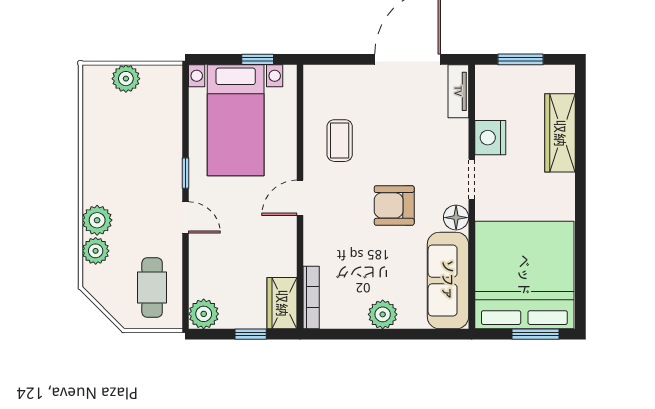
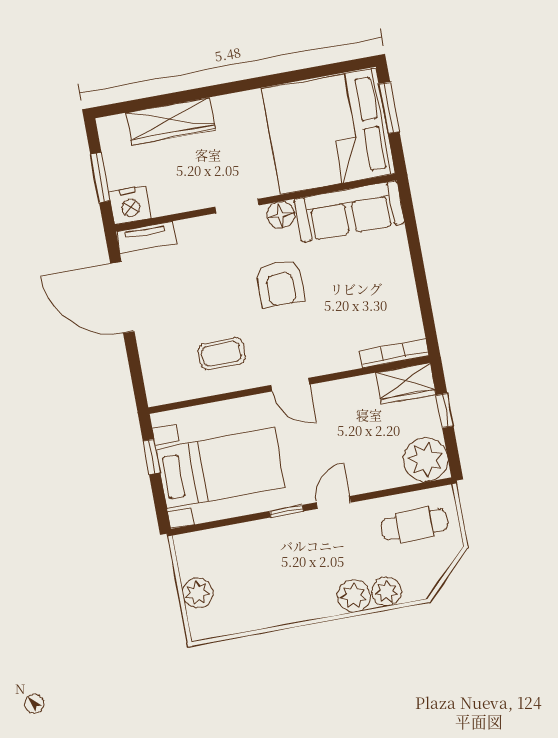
nightstand: (490, 138) -> (130, 205), moved
plant: (204, 314) -> (426, 460), width x1.36, depth x1.36
plant: (383, 314) -> (398, 274), removed

